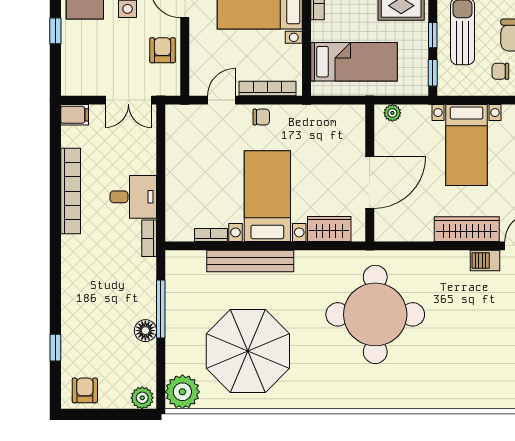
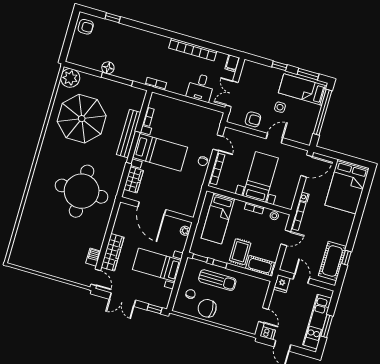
desk: (133, 197) -> (201, 88), moved
window: (272, 246) -> (133, 147), added
plant: (142, 398) -> (73, 56), removed

